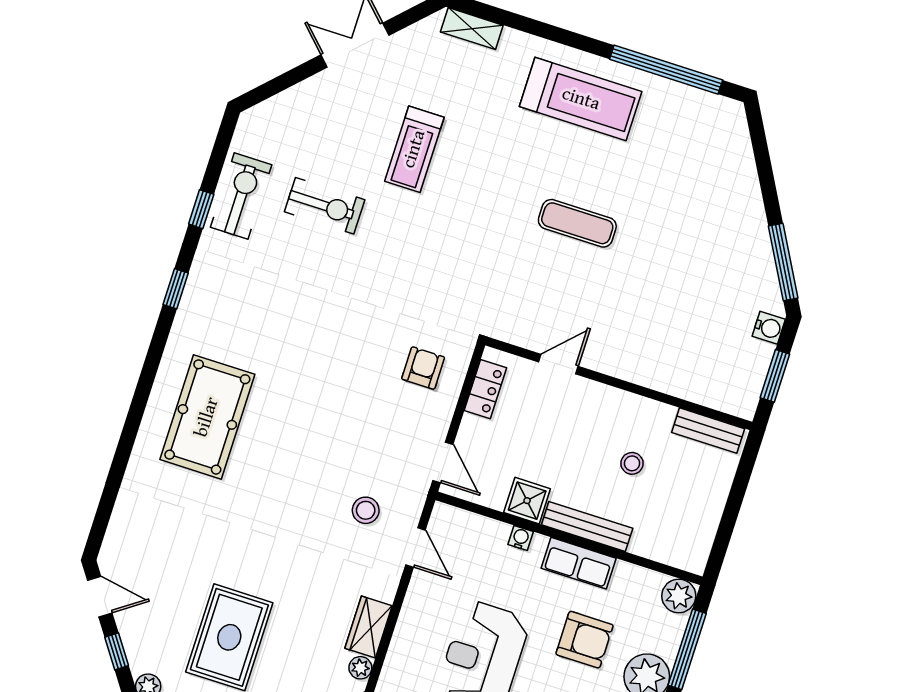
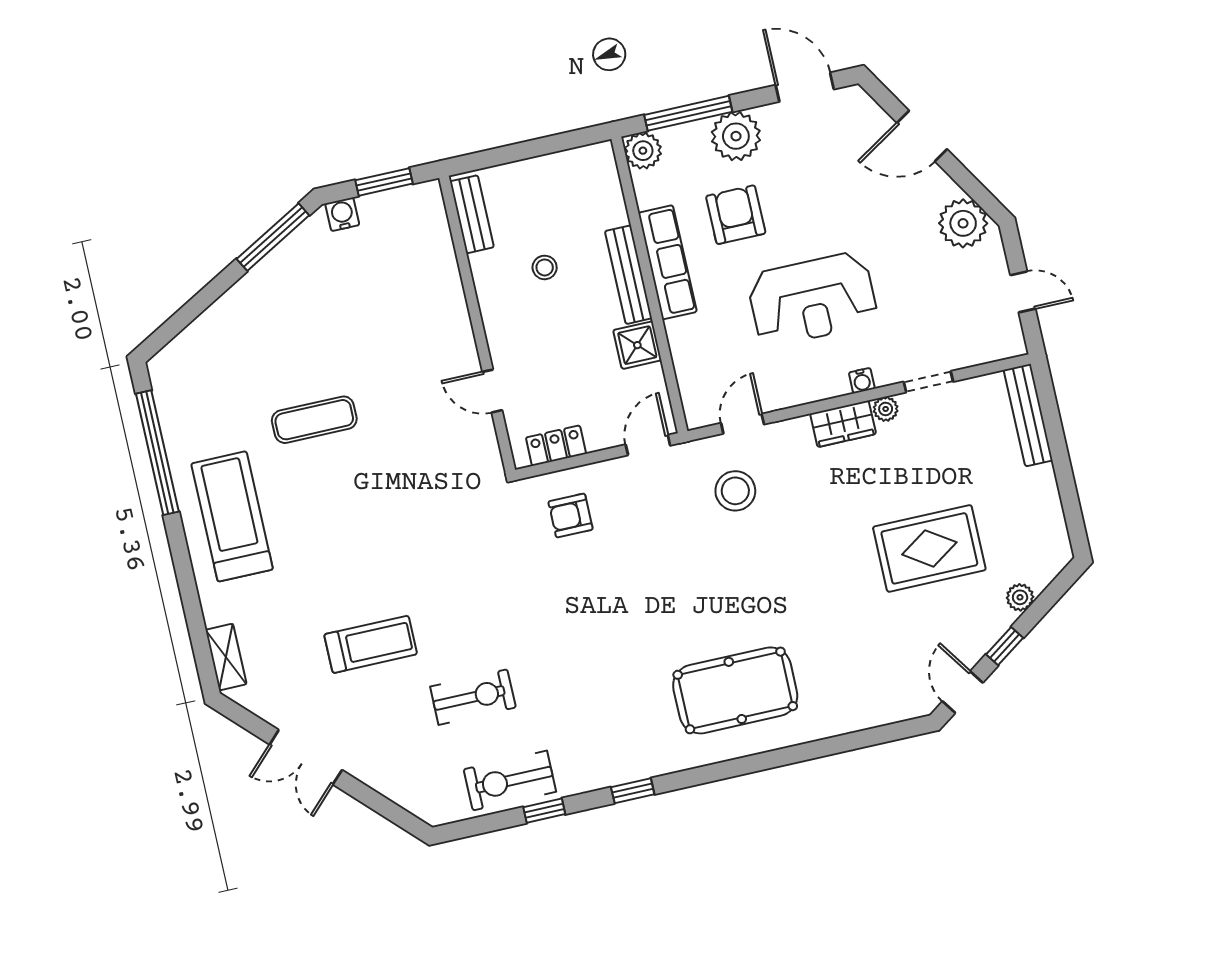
exercise bike: (325, 206) -> (473, 697), turned 90
exercise mat: (577, 223) -> (314, 420), moved, turned 90
stool: (366, 510) -> (735, 491), width x1.38, depth x1.38
water cooler: (521, 538) -> (862, 381), moved, turned -90
row of seats: (579, 563) -> (667, 262), width x1.48

